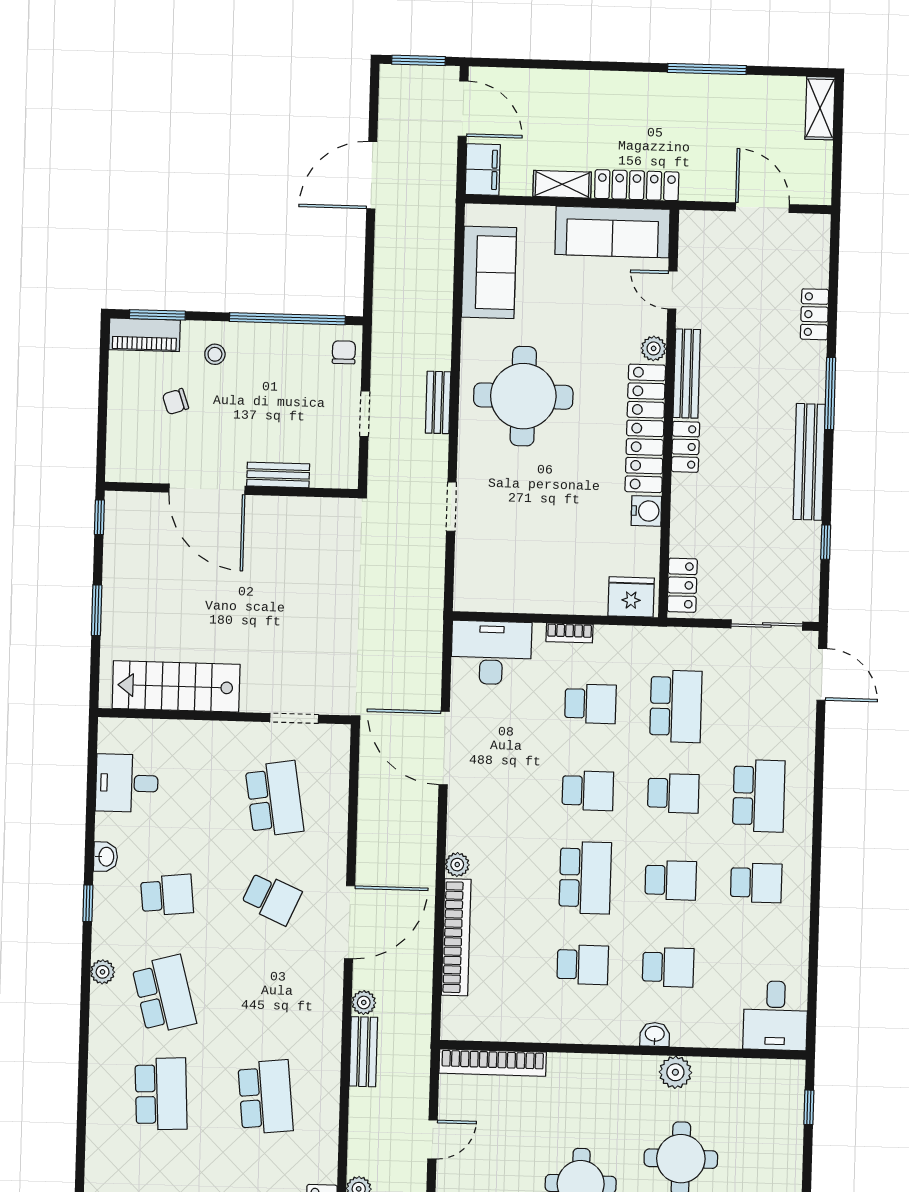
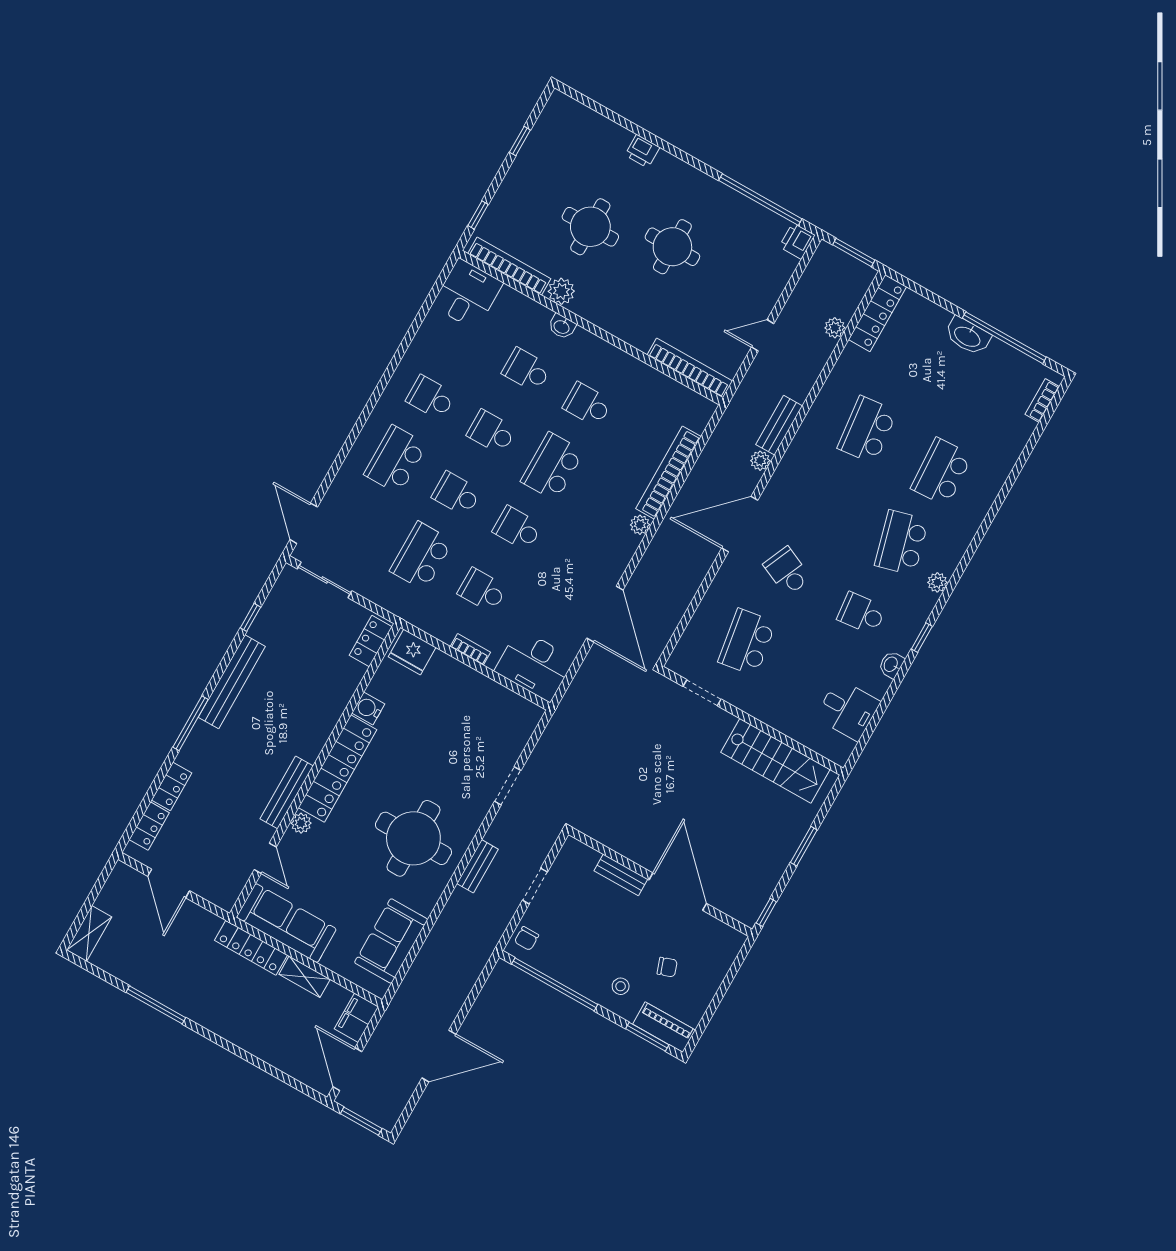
locker: (686, 447) -> (149, 826), moved, turned 180
bookcase: (746, 1070) -> (509, 266), added

